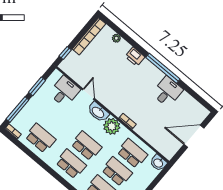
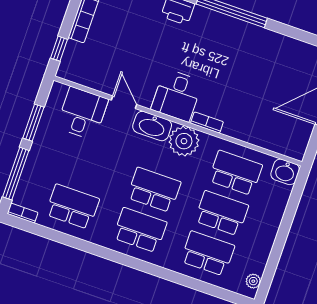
desk: (167, 92) -> (177, 95), moved, turned 180

